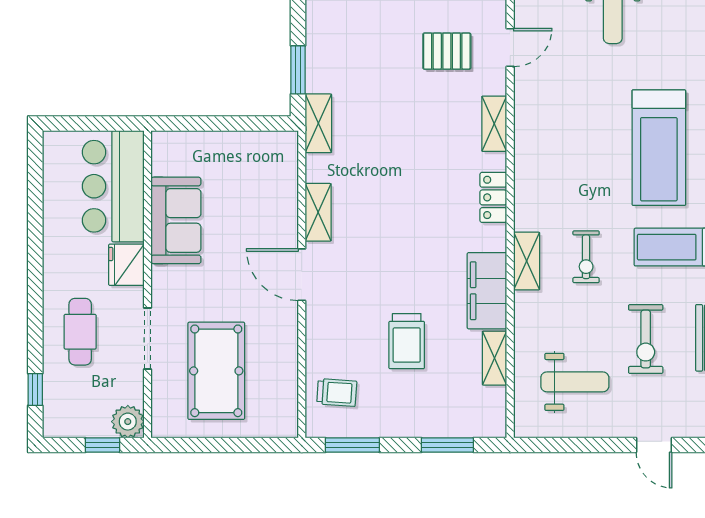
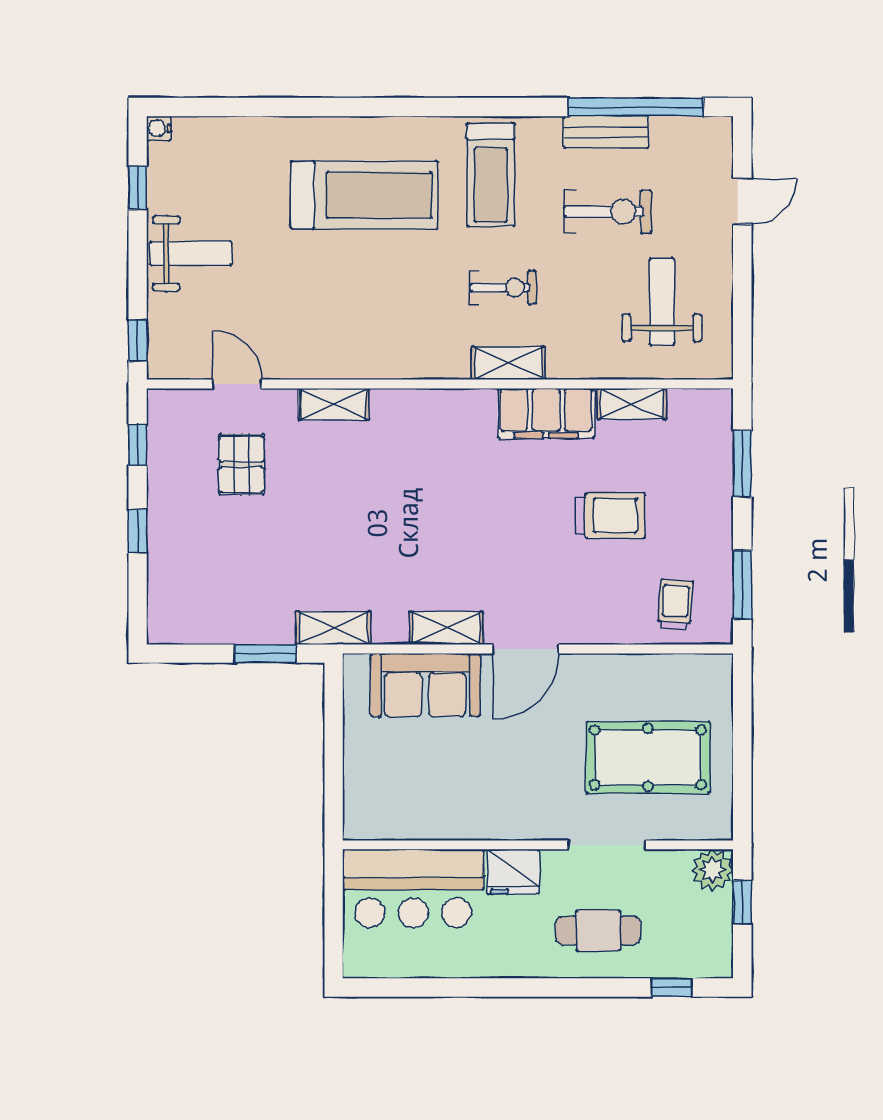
locker: (493, 197) -> (428, 405), removed
sofa: (176, 220) -> (425, 685), moved, turned 180

